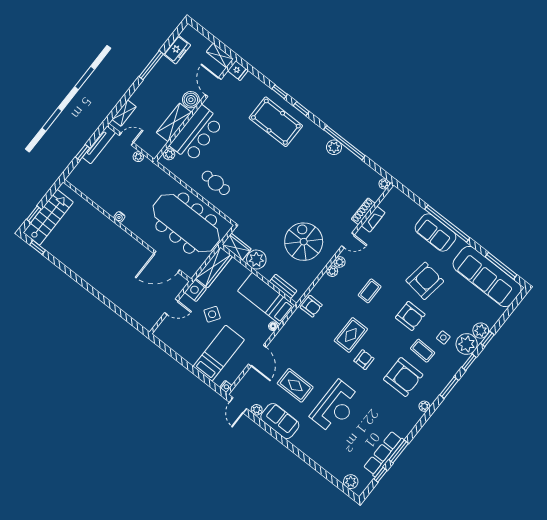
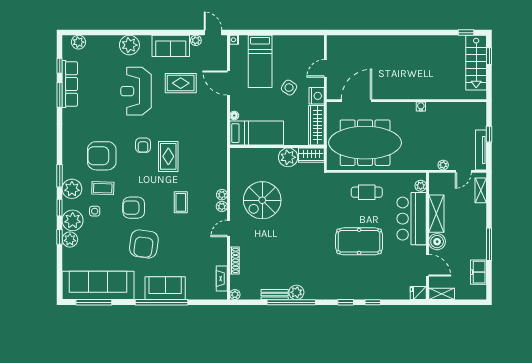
pool table: (276, 122) -> (359, 241), moved
fireplace: (373, 219) -> (222, 279), moved
spiral stairs: (304, 242) -> (262, 200), turned 90
bench: (283, 286) -> (275, 295), moved
armchair: (311, 306) -> (217, 155), removed
plant: (424, 406) -> (72, 189), moved, width x1.87, depth x1.87
plant: (312, 448) -> (129, 45), added

